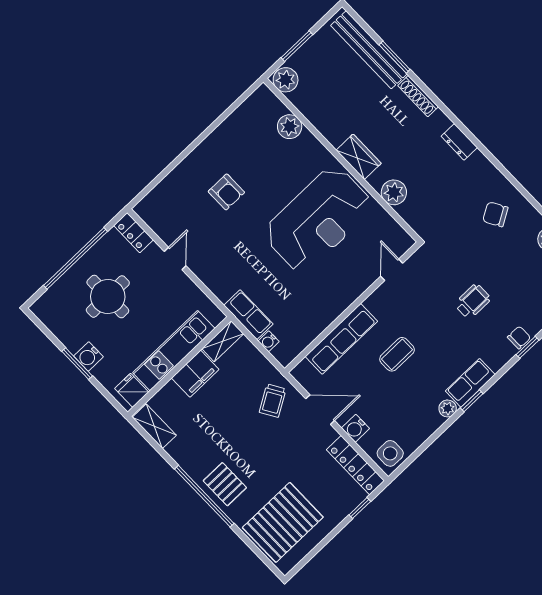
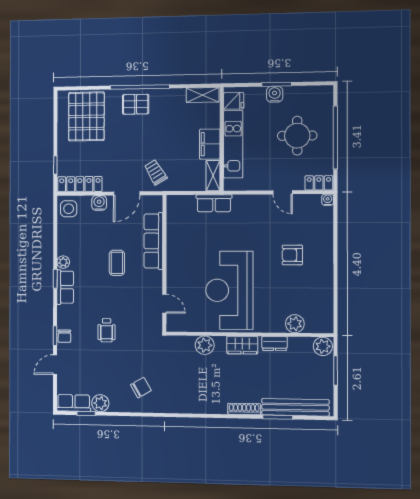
dresser: (459, 142) -> (274, 344), moved, turned 180
water cooler: (269, 341) -> (328, 200), moved

